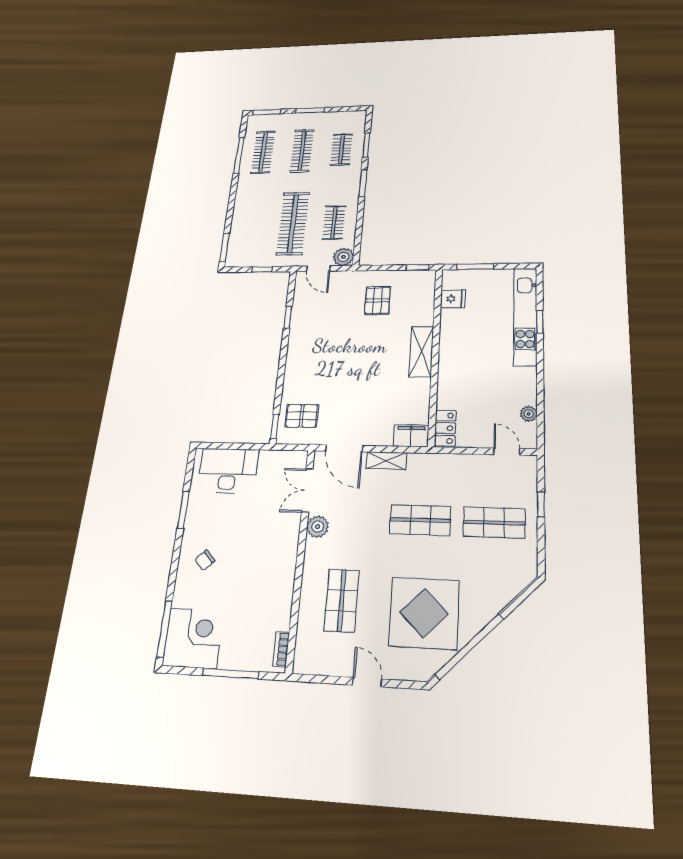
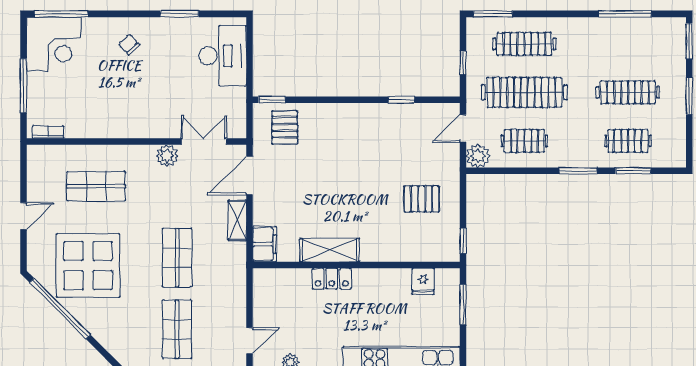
clothes rail: (263, 152) -> (524, 44), moved
shelving: (421, 351) -> (330, 250), moved
locker: (445, 428) -> (332, 279), moved

